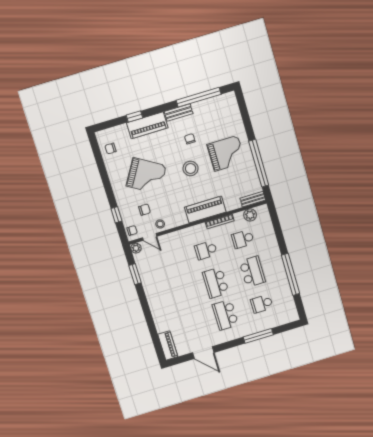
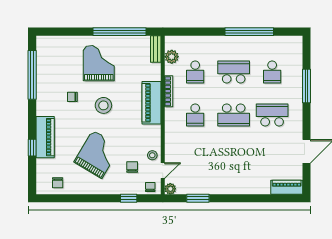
bench: (179, 113) -> (42, 100), removed
school desk: (225, 315) -> (272, 115), turned 180

